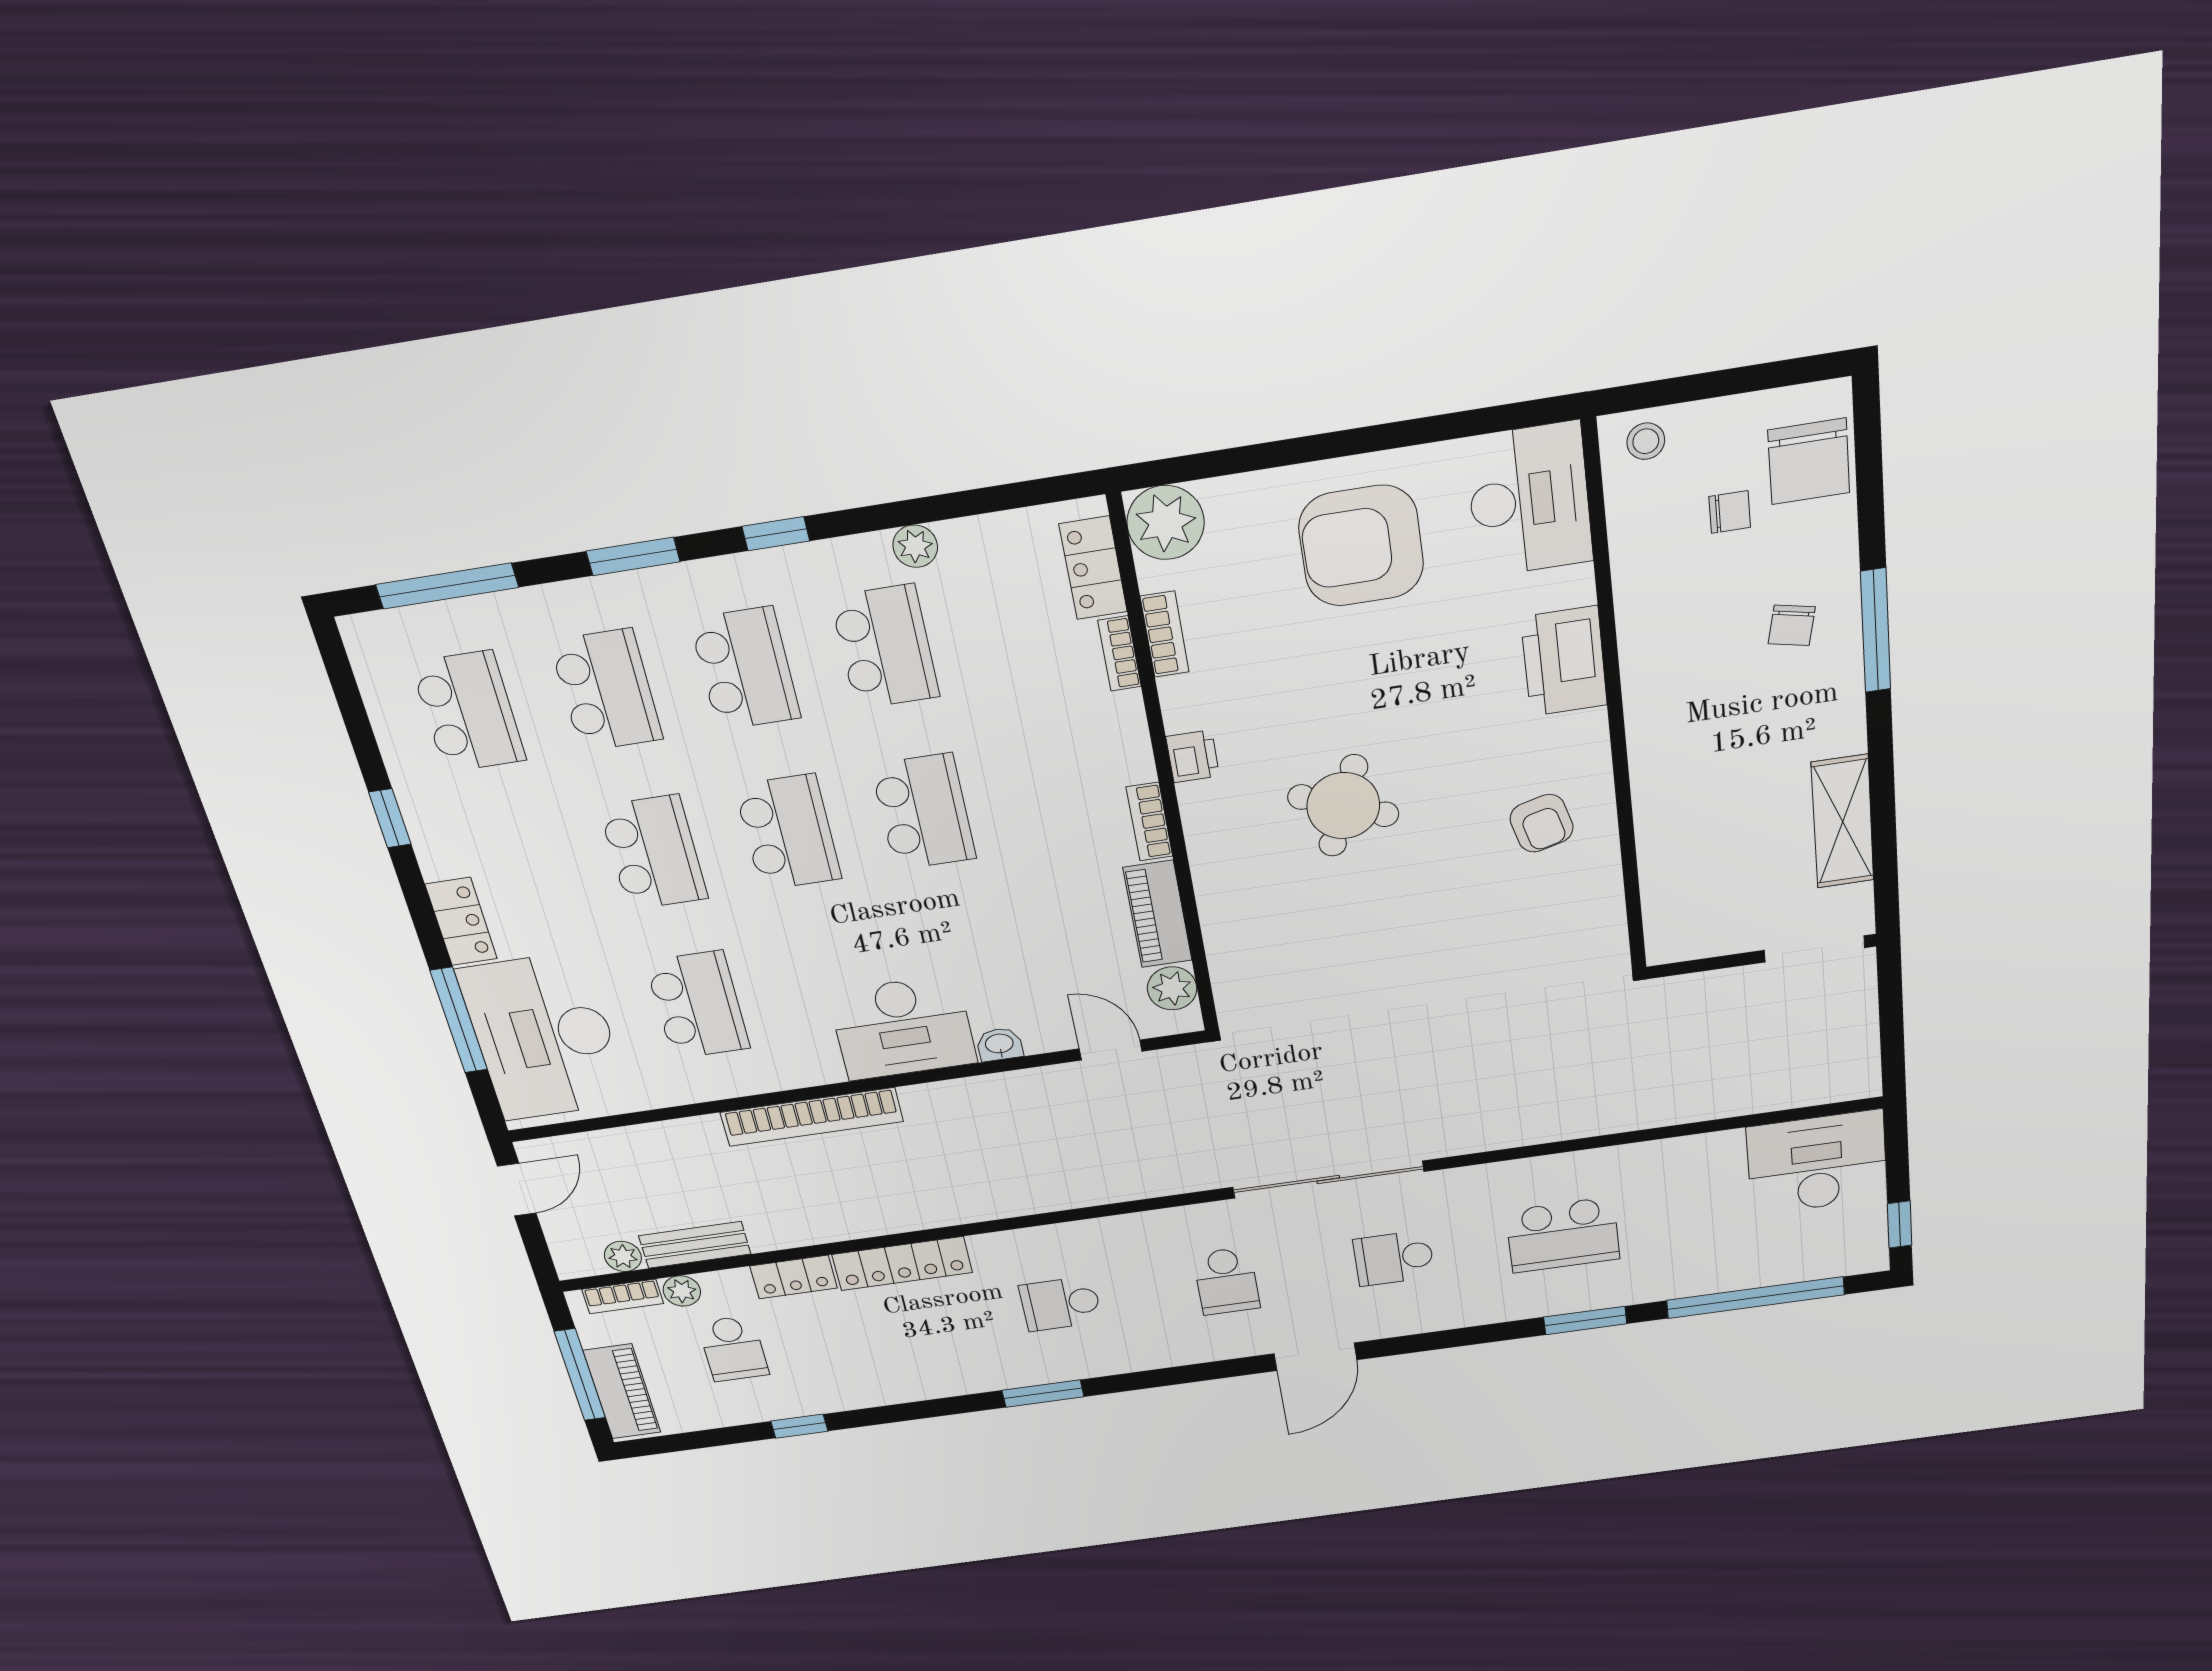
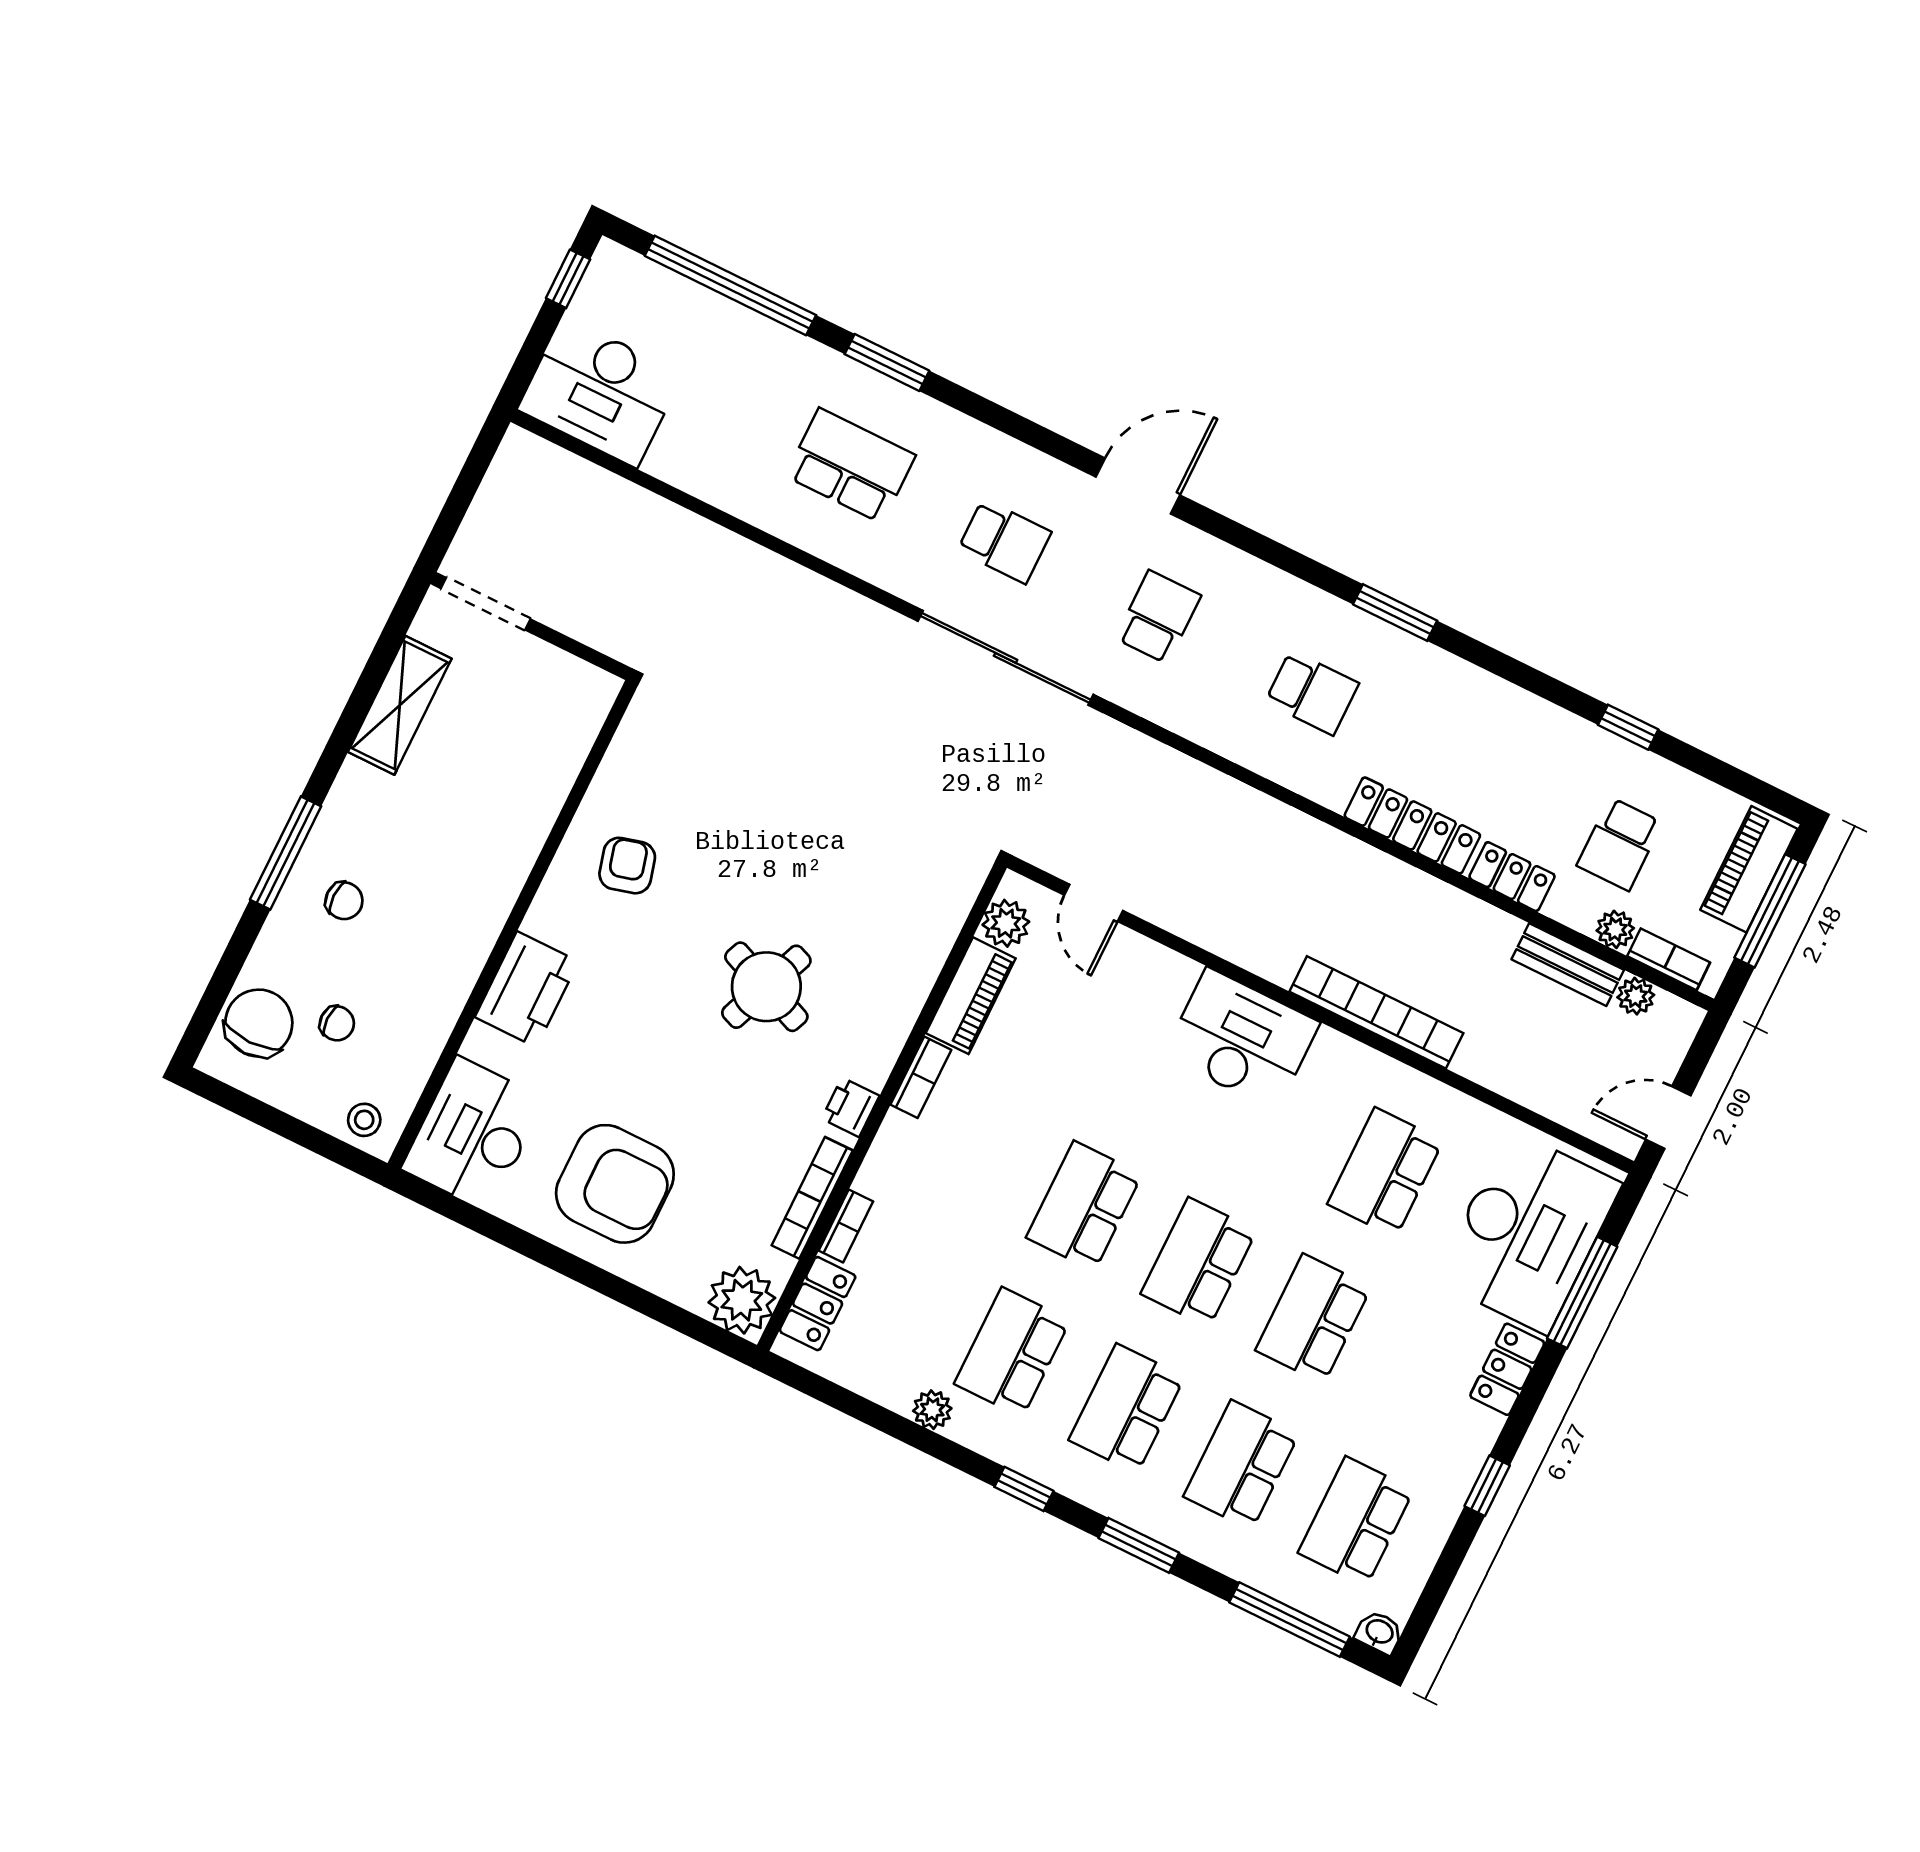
chair: (1730, 512) -> (337, 1023), turned 180
chair: (1792, 625) -> (344, 901), turned 78
bookcase: (1165, 634) -> (812, 1198), width x1.56
washbasin: (999, 1044) -> (1379, 1632), moved, turned 180
school desk: (733, 1349) -> (1620, 844), turned 180

